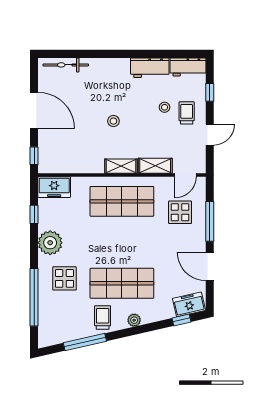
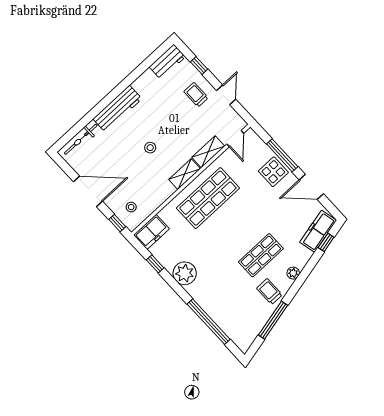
workbench: (150, 68) -> (117, 109), moved, width x1.38
stool: (165, 107) -> (131, 207), moved
display table: (180, 212) -> (273, 172), moved
display table: (64, 278) -> (218, 289), removed
shop shelf: (122, 283) -> (261, 255), width x0.70, depth x0.74
freezer: (189, 304) -> (318, 231), width x1.40

